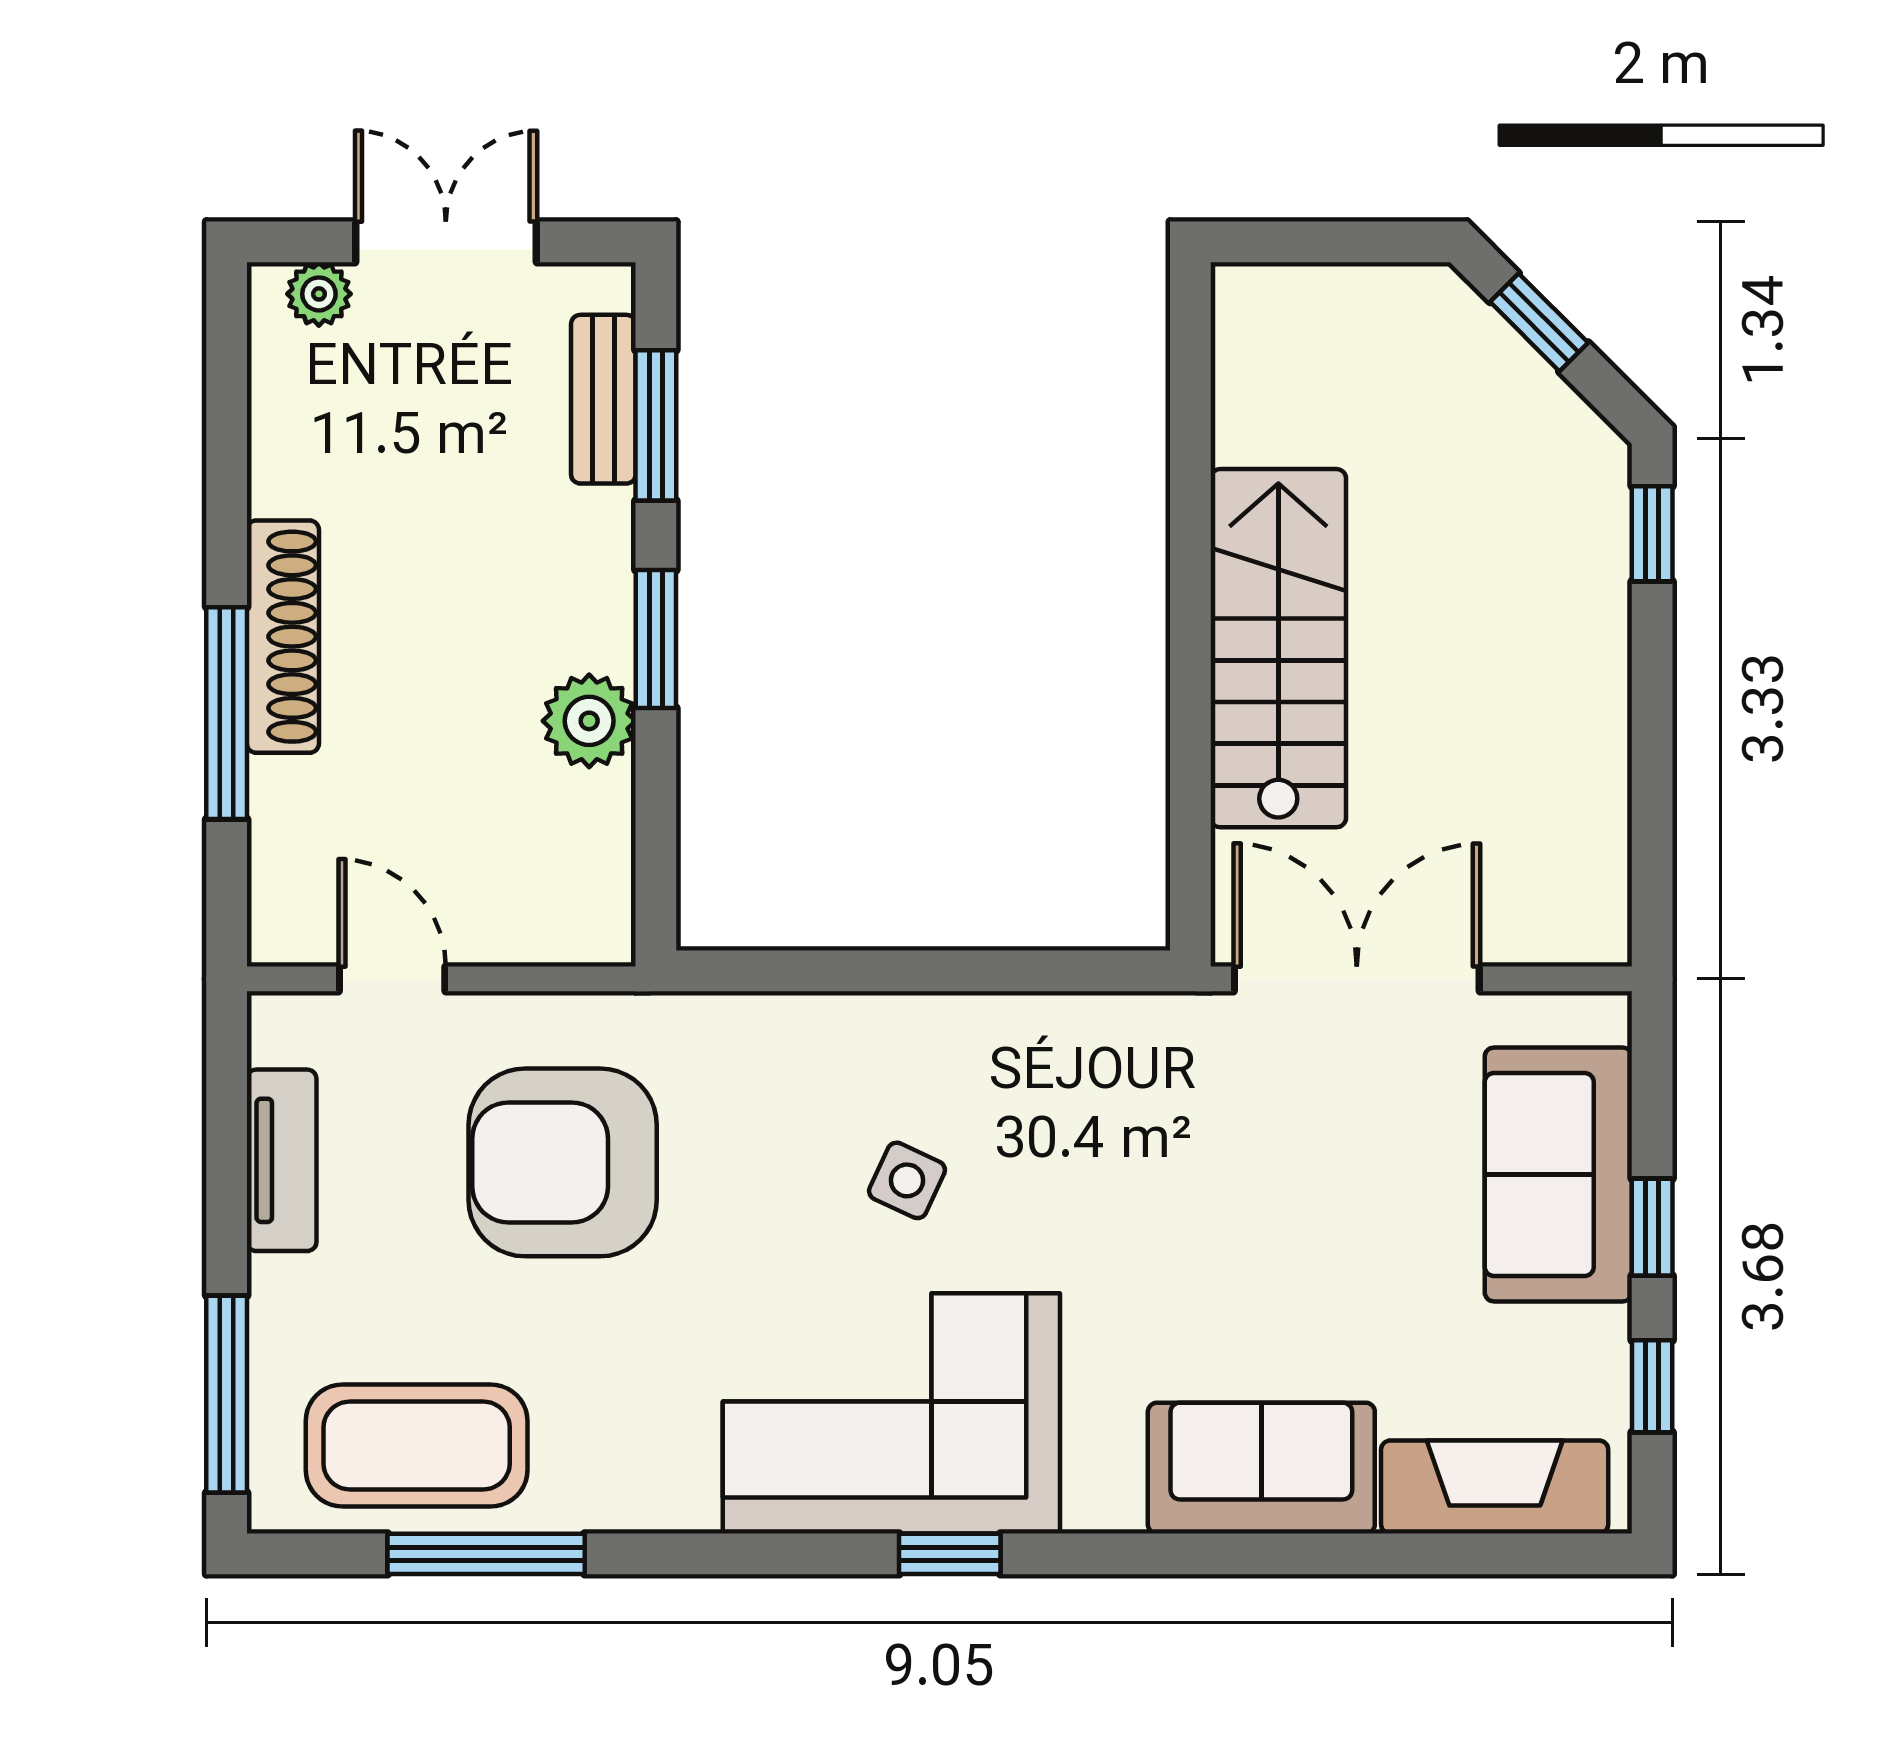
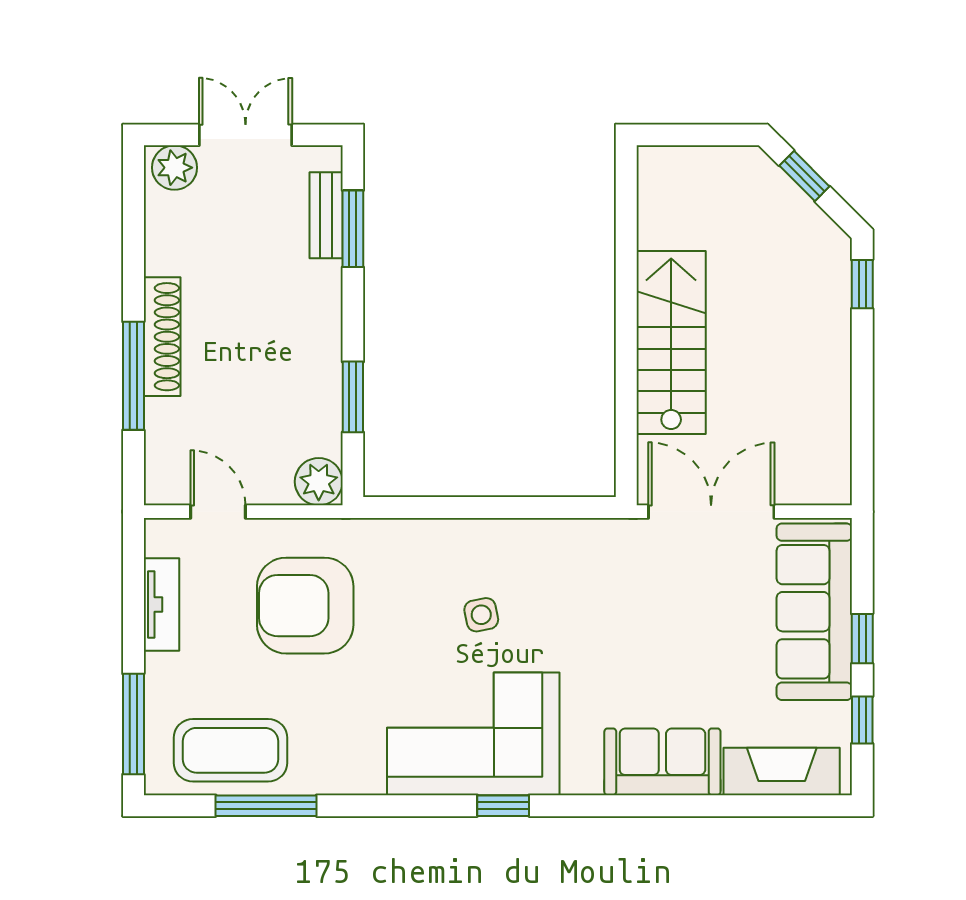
plant: (319, 294) -> (174, 168), width x1.38, depth x1.38
window: (656, 639) -> (353, 397), moved
plant: (589, 721) -> (319, 482), moved
sofa: (1558, 1174) -> (814, 612), width x1.36
side table: (907, 1180) -> (481, 615), turned -36

